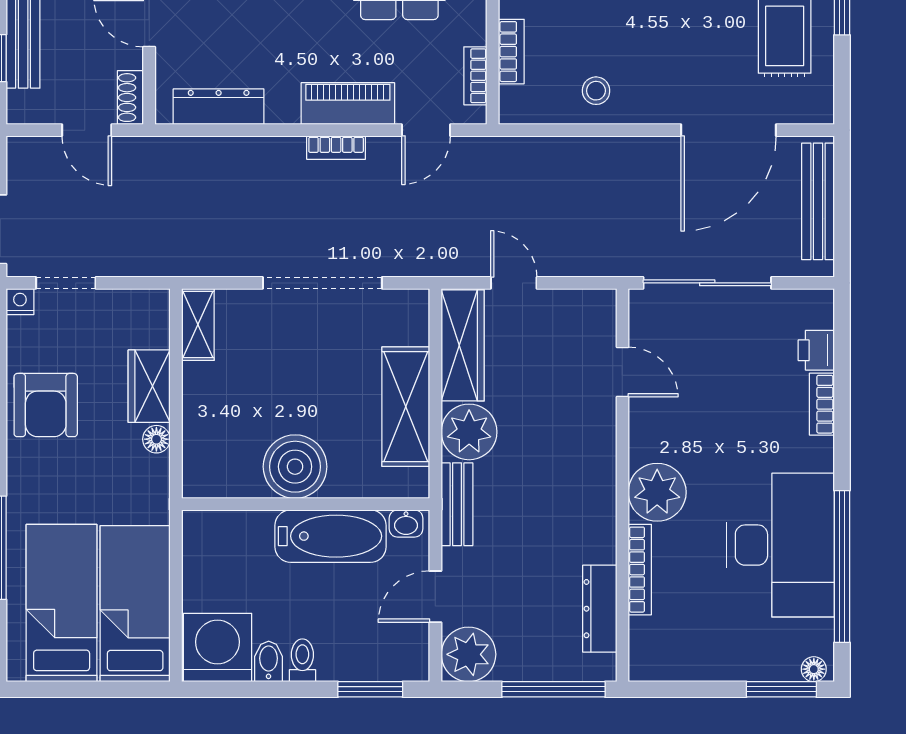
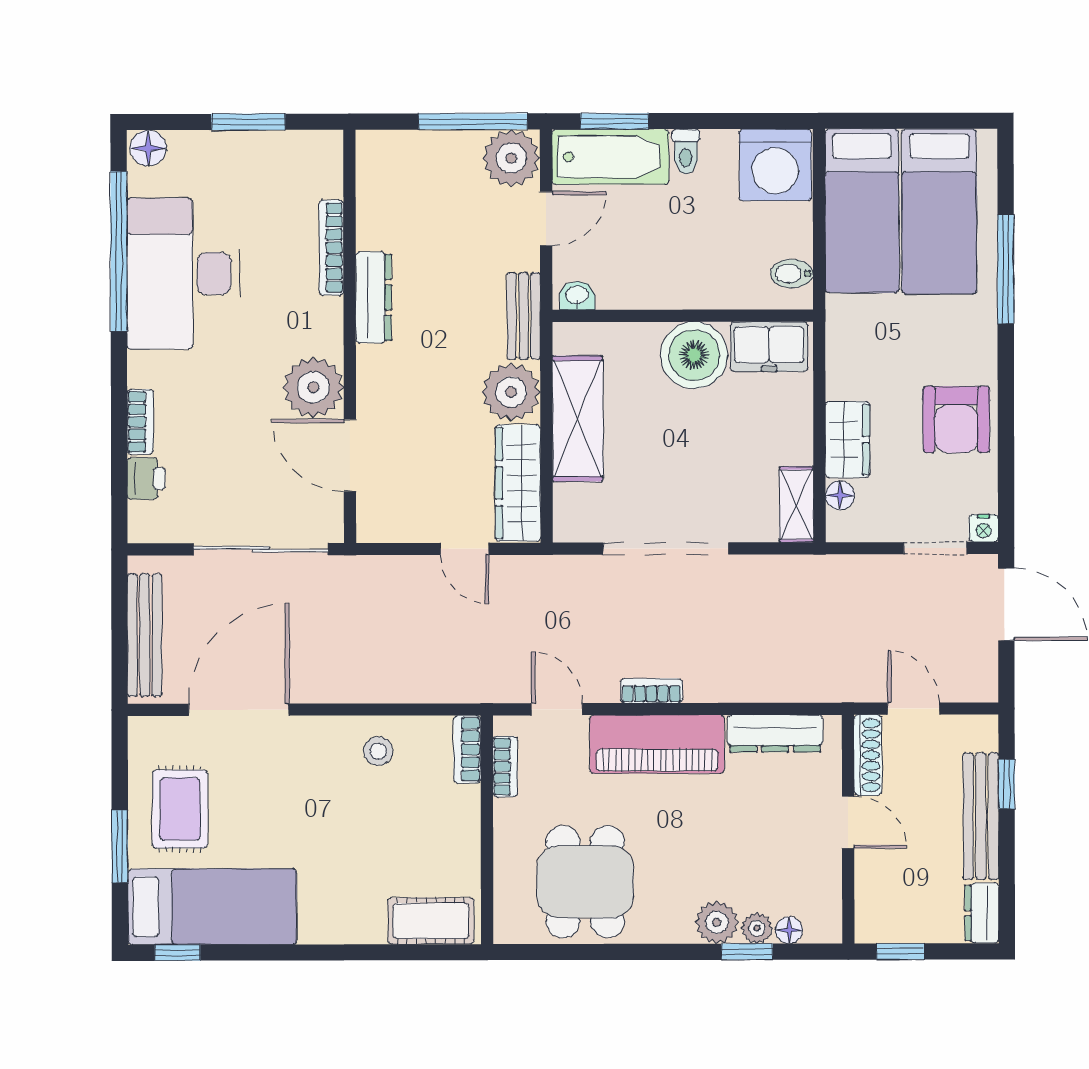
bookcase: (511, 52) -> (467, 749), moved
shoe rack: (130, 98) -> (868, 755), width x1.43
piano: (348, 104) -> (657, 744), width x1.37, depth x1.33
door: (426, 130) -> (557, 709), hinge flipped
door: (622, 372) -> (350, 455), width x1.38
armchair: (46, 405) -> (956, 420), turned 180
floor lamp: (156, 439) -> (840, 495), moved
freezer: (224, 475) -> (769, 347), added
plant: (657, 492) -> (313, 387), moved
bathtub: (331, 536) -> (610, 157), moved, turned 180
dresser: (600, 609) -> (374, 297), moved
bidet: (269, 661) -> (792, 274), moved, turned 90
floor lamp: (814, 669) -> (148, 148), width x1.37, depth x1.37
window: (553, 689) -> (473, 121), moved
window: (781, 689) -> (248, 122), moved

